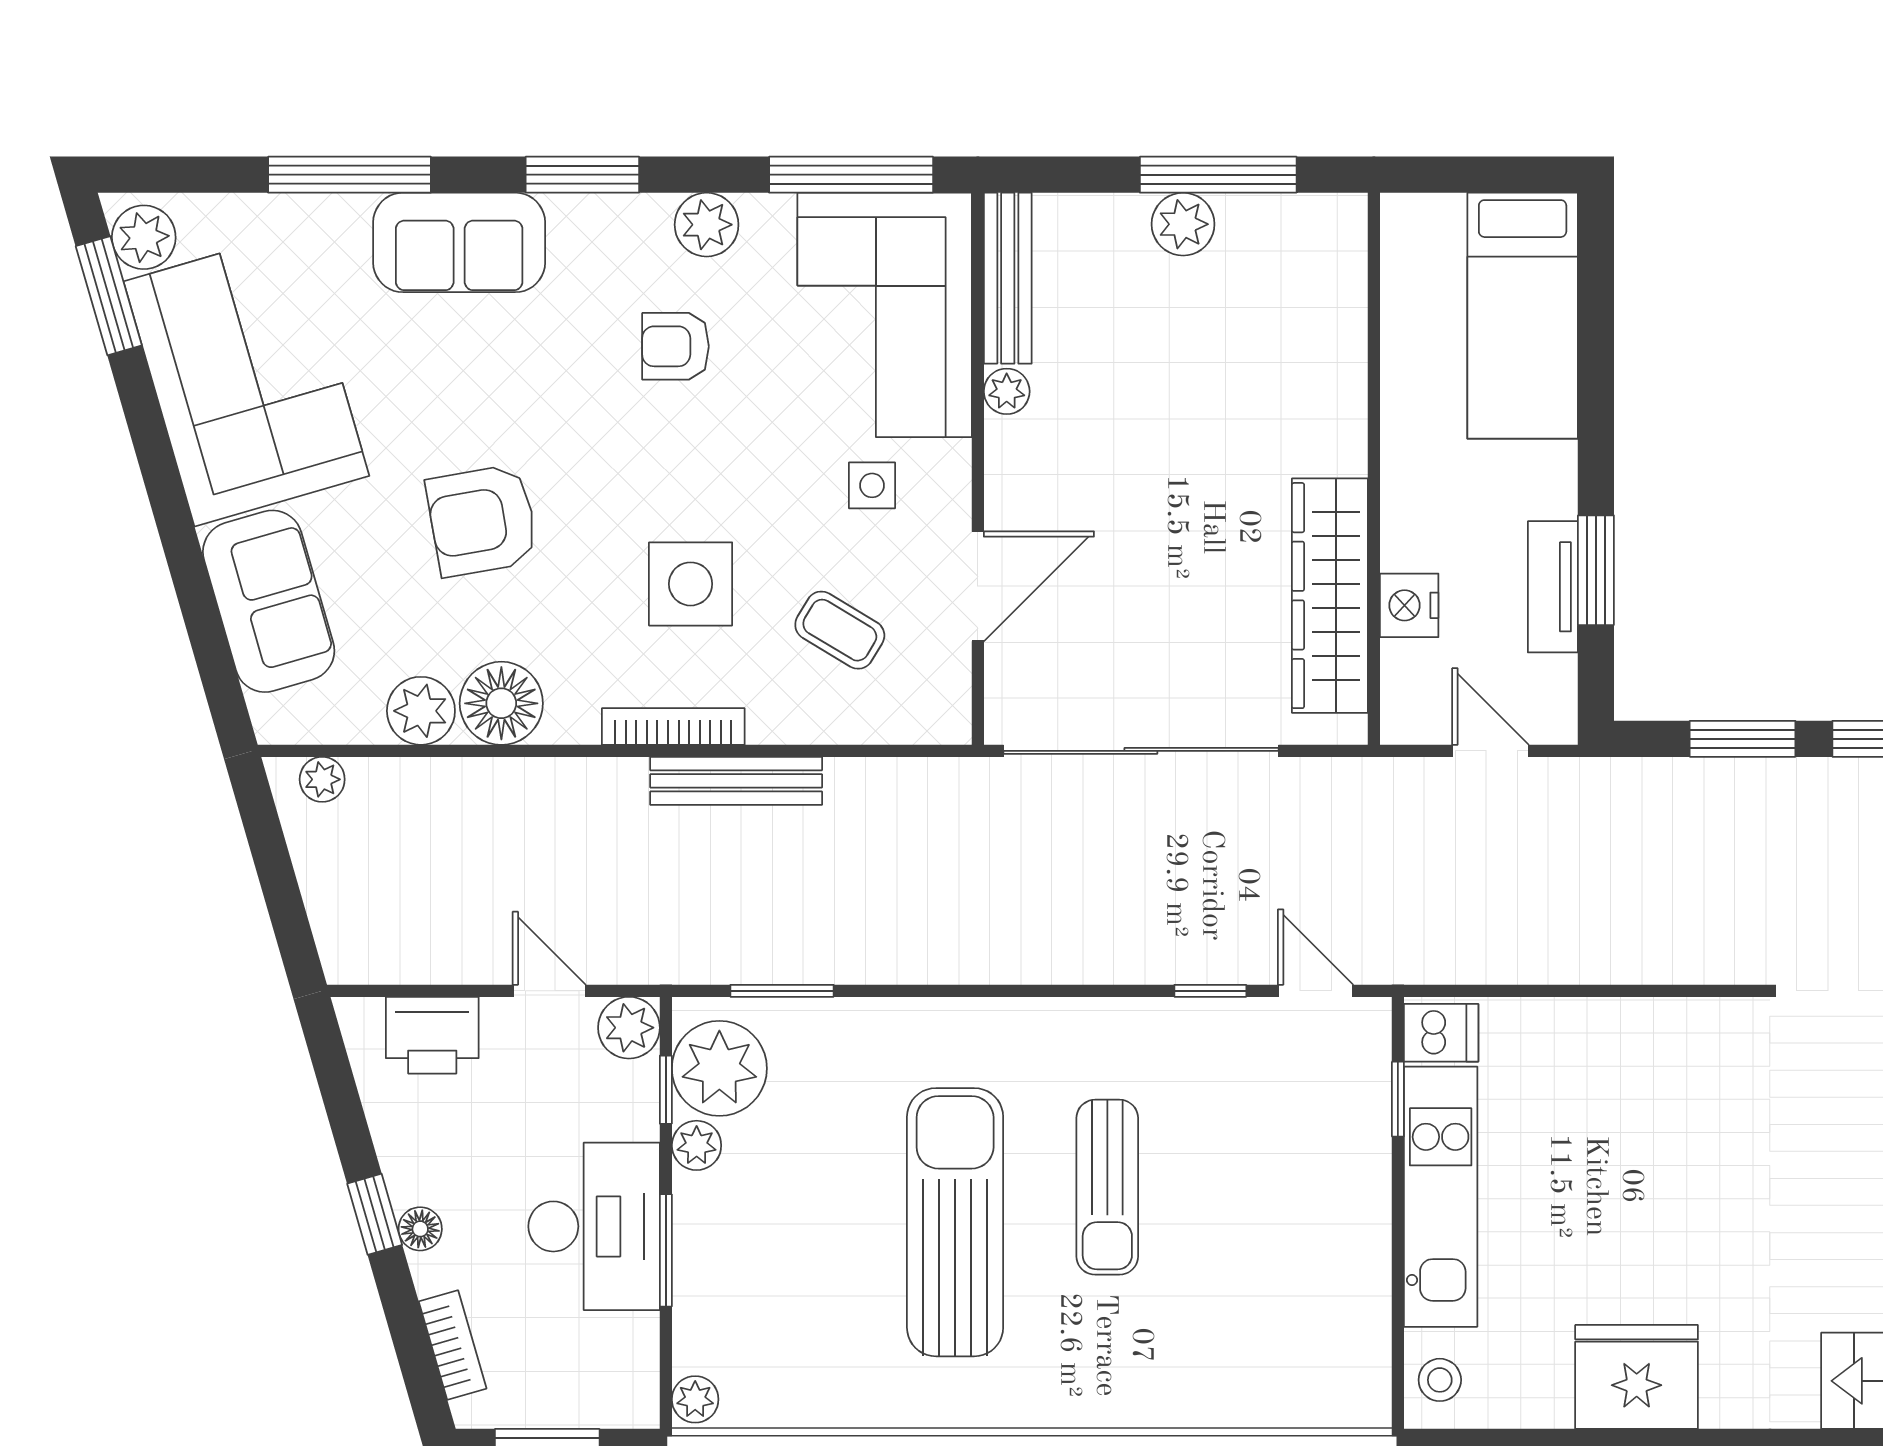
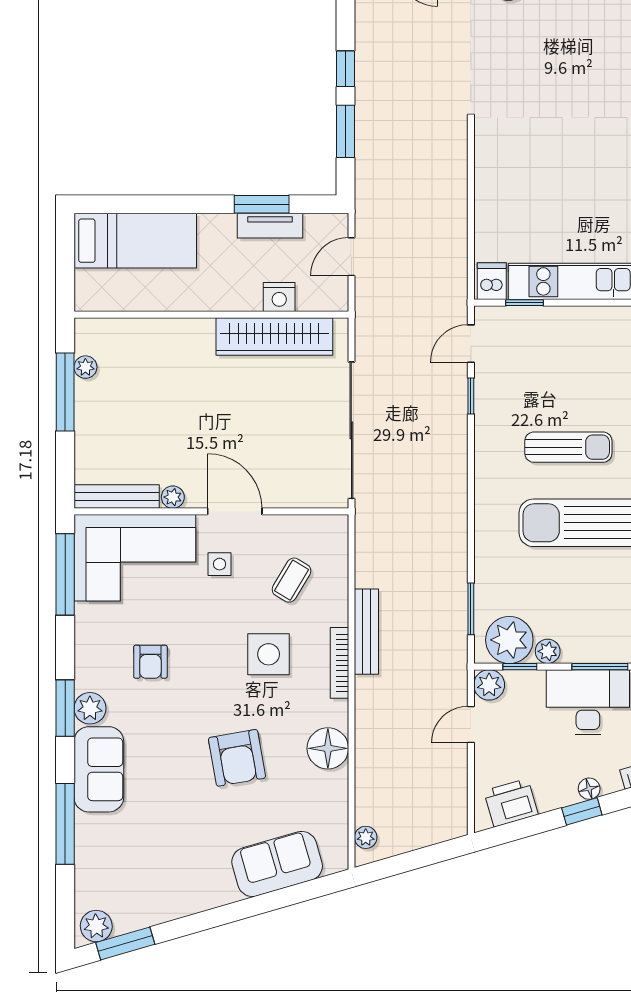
plant: (1183, 224) -> (85, 367), moved, width x0.73, depth x0.73
plant: (707, 225) -> (90, 708), moved
corner sofa: (246, 379) -> (167, 875), removed
door: (978, 586) -> (235, 511), moved
plant: (421, 711) -> (332, 788), removed
printer: (432, 1035) -> (511, 803), moved, turned -106

